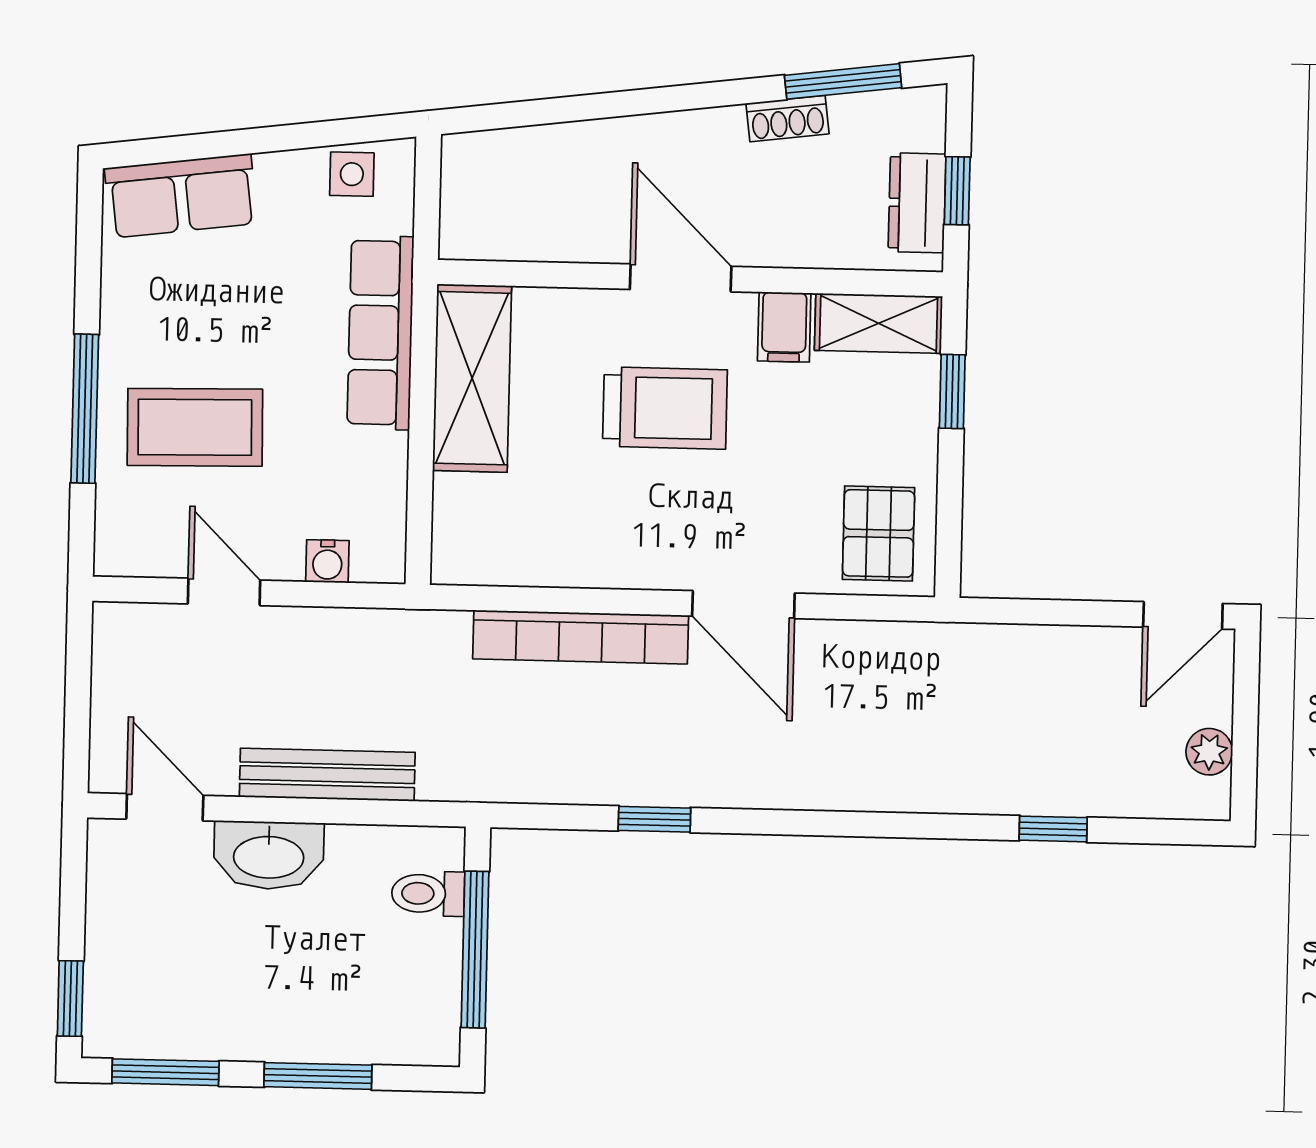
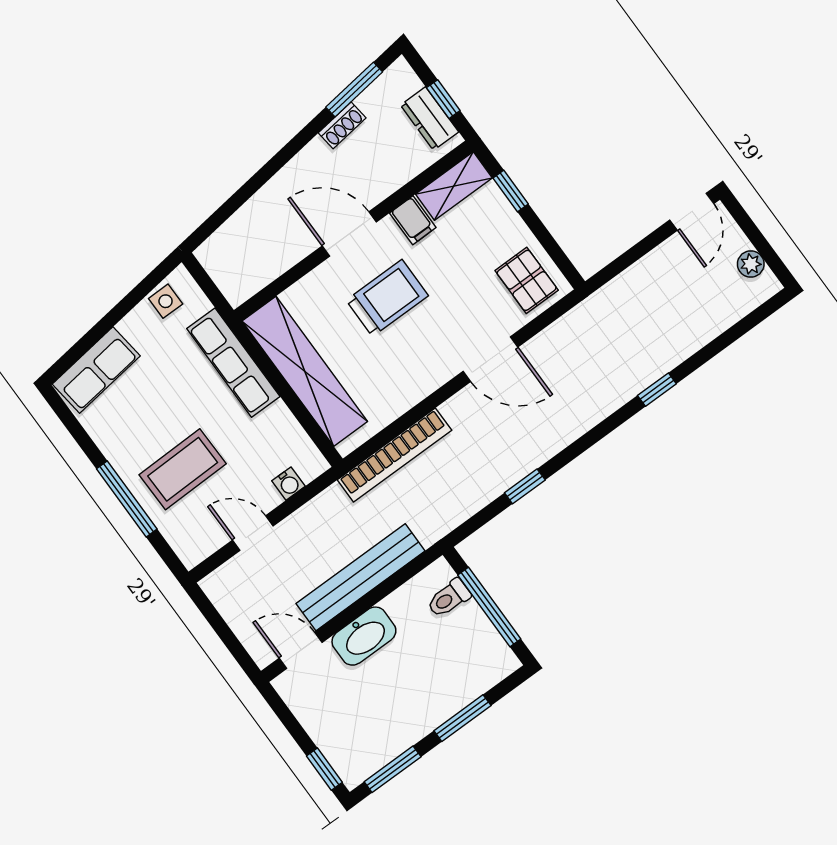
shelving: (472, 378) -> (305, 371), width x1.47
bookcase: (581, 637) -> (394, 455), moved
bench: (327, 775) -> (361, 577), width x1.37, depth x1.21
window: (1053, 829) -> (657, 390), moved

